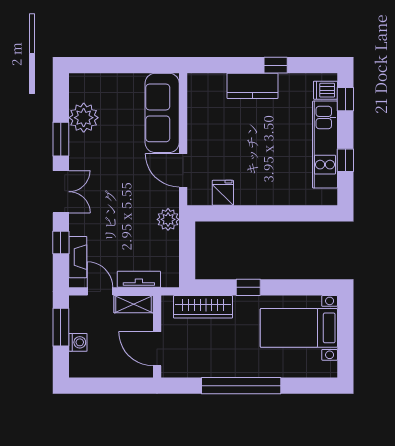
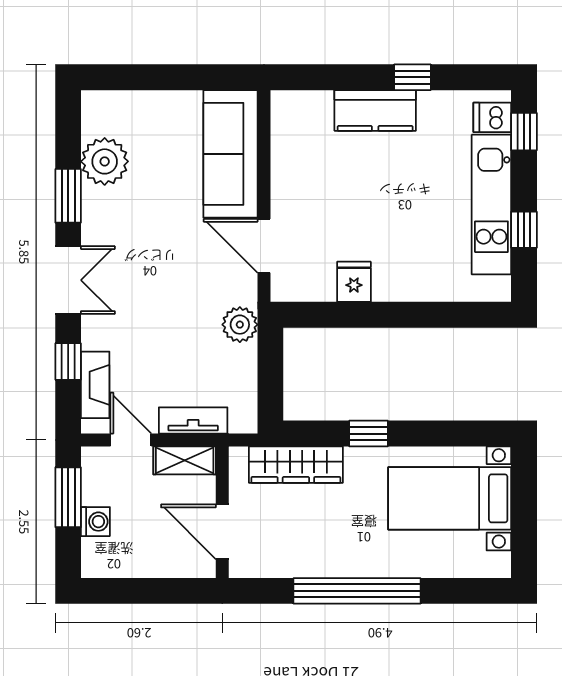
fridge: (223, 193) -> (354, 282), moved

